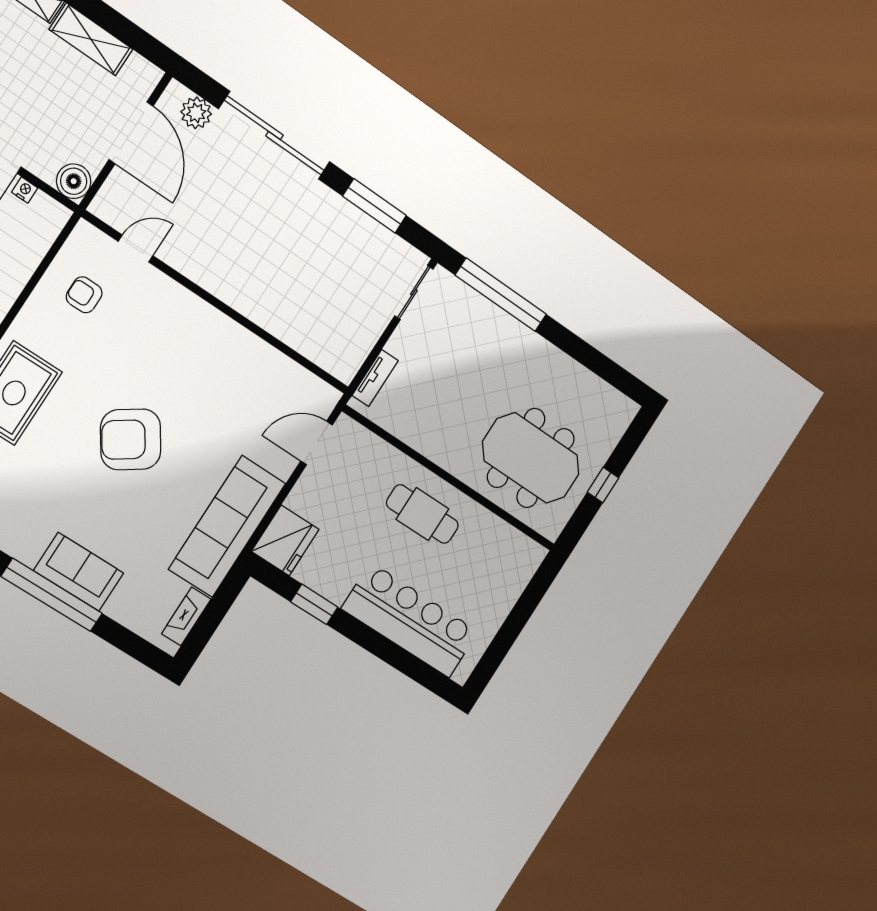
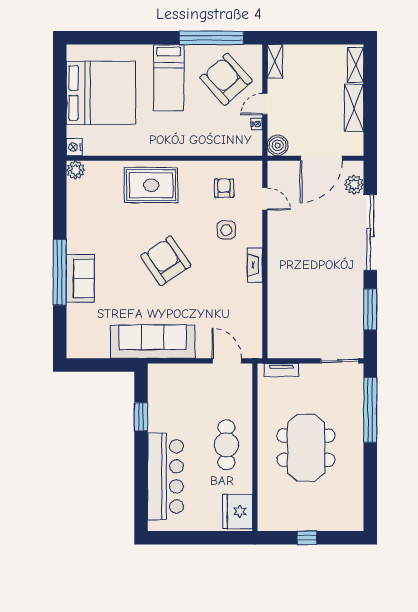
side table: (143, 329) -> (226, 230), added
meeting table: (531, 458) -> (306, 448), moved
fridge: (285, 540) -> (238, 511), moved, turned 90
fireplace: (186, 616) -> (255, 265), moved, turned -90

